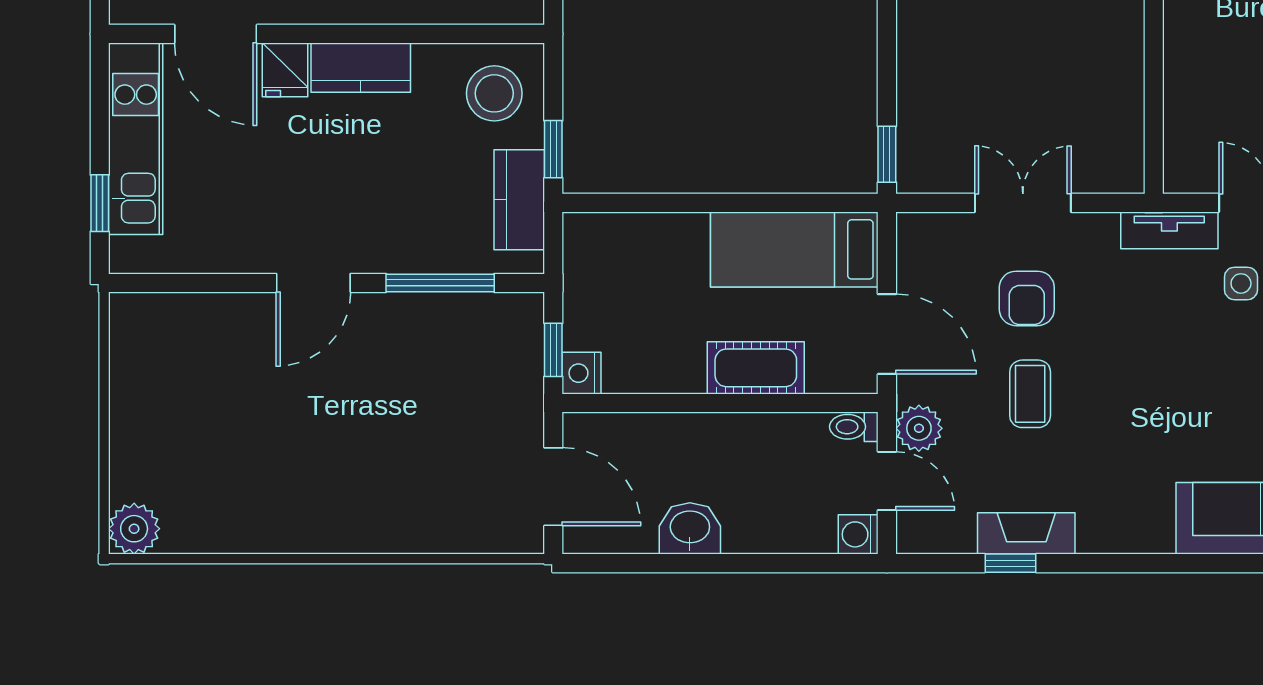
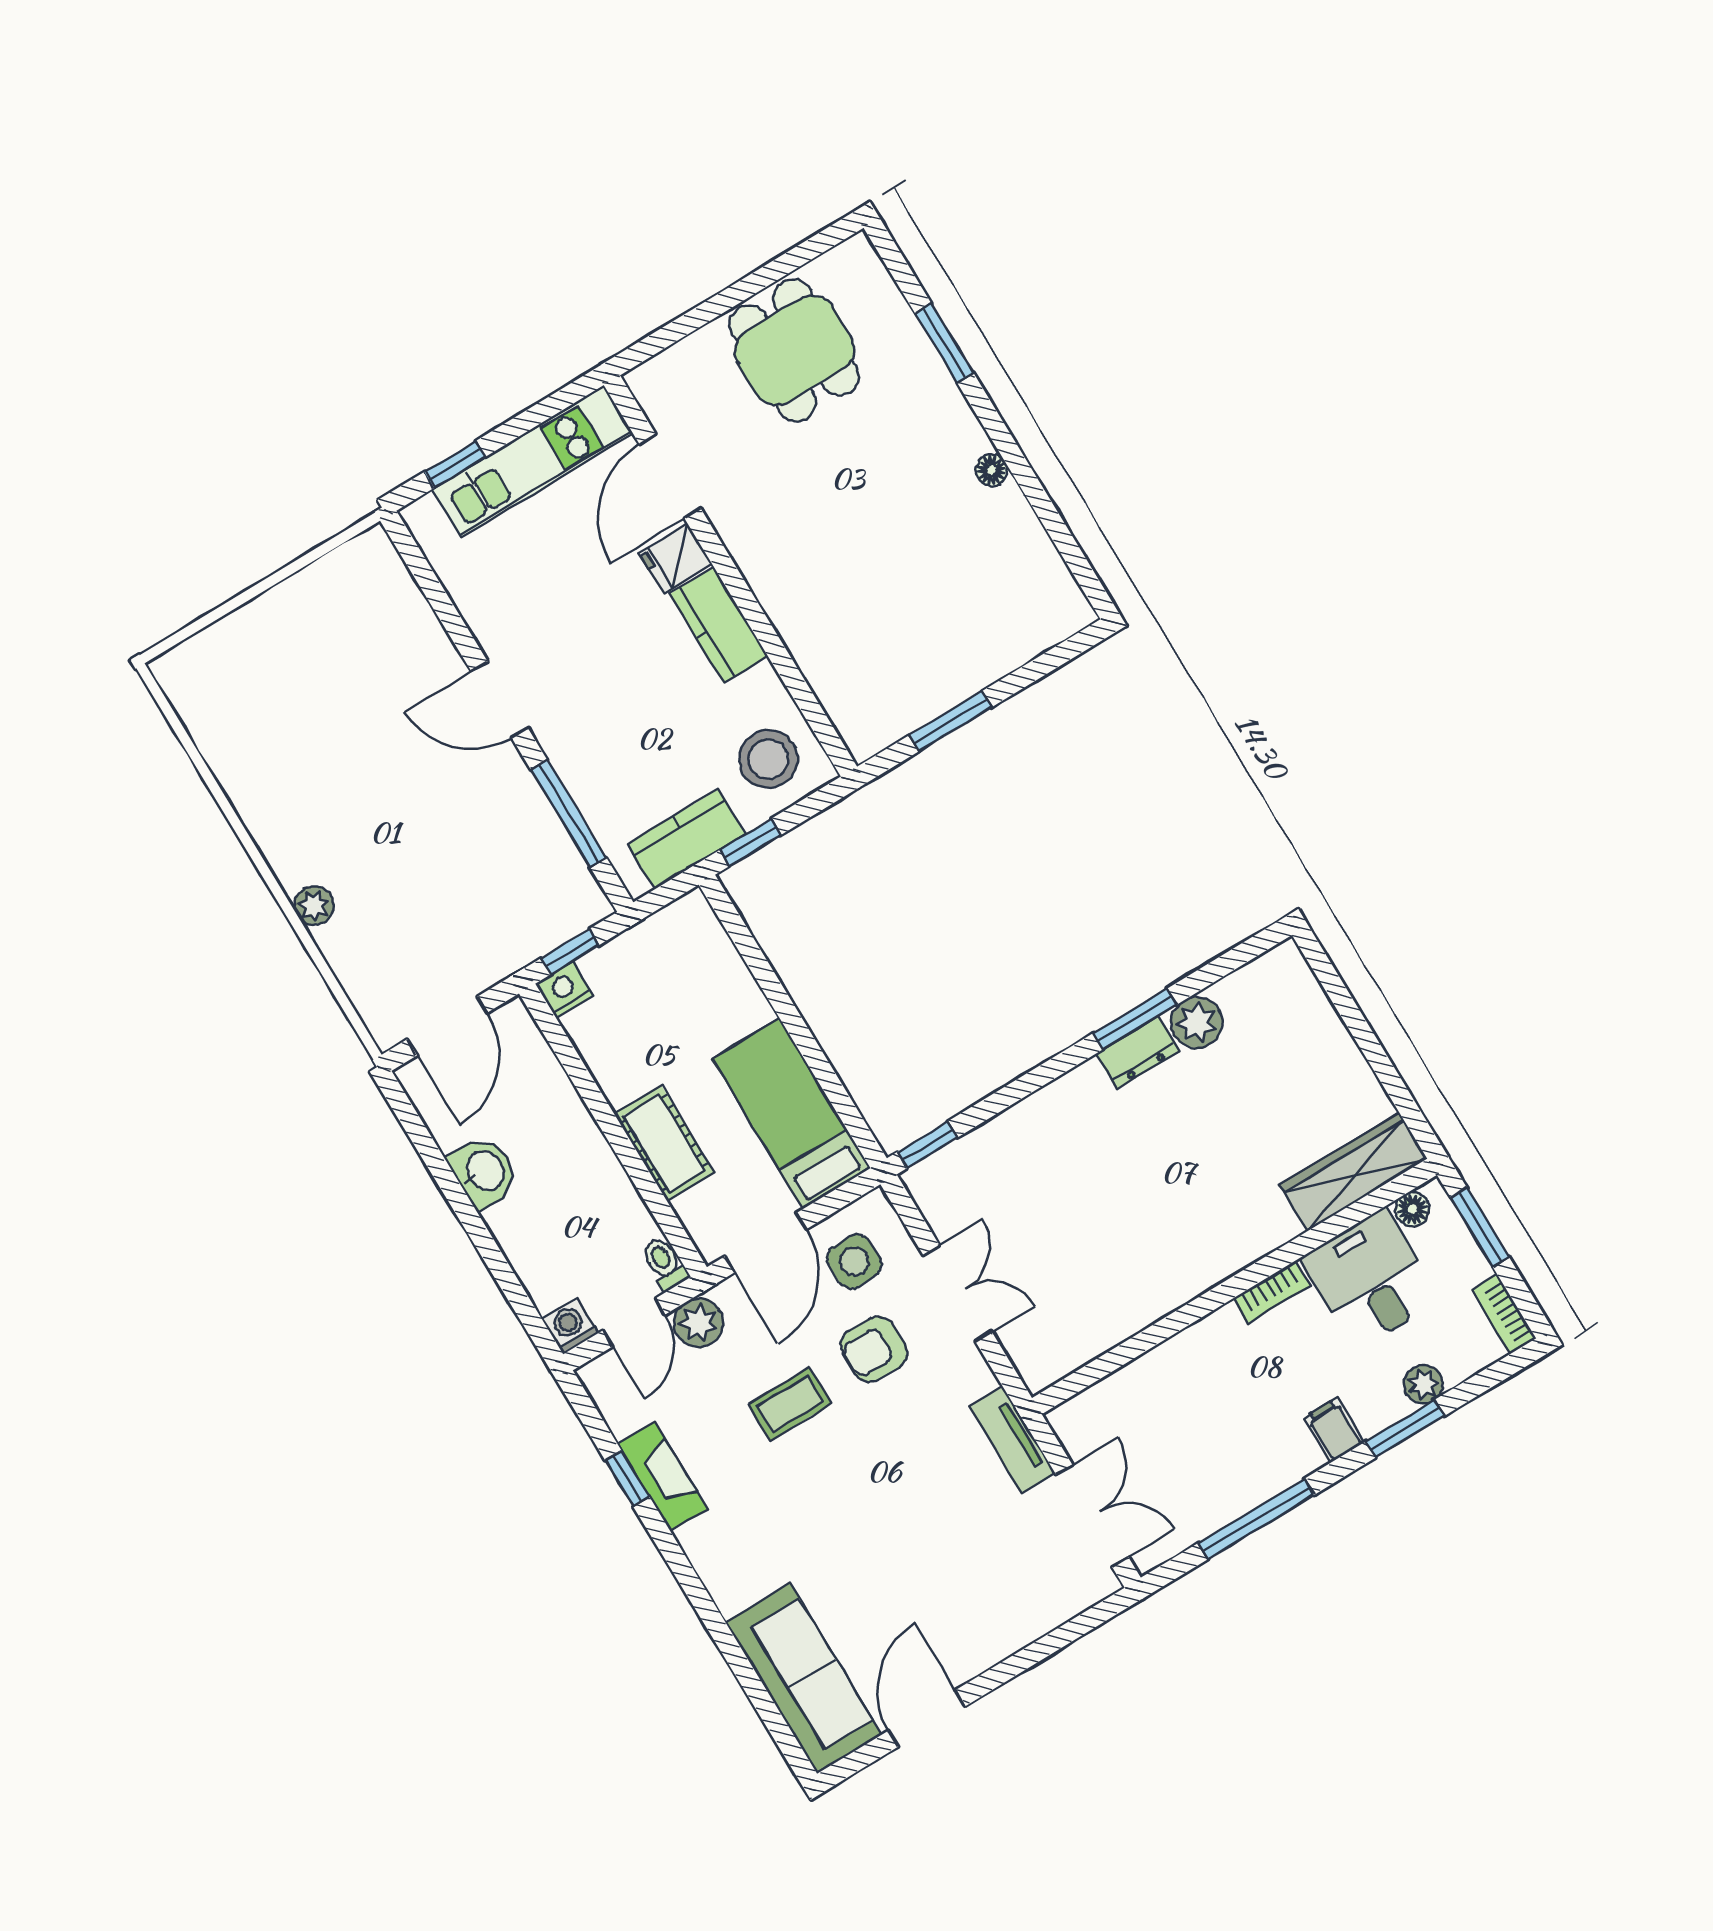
side table: (1241, 283) -> (854, 1262), moved, width x1.37, depth x1.37
plant: (134, 529) -> (314, 906), moved, width x0.73, depth x0.73

